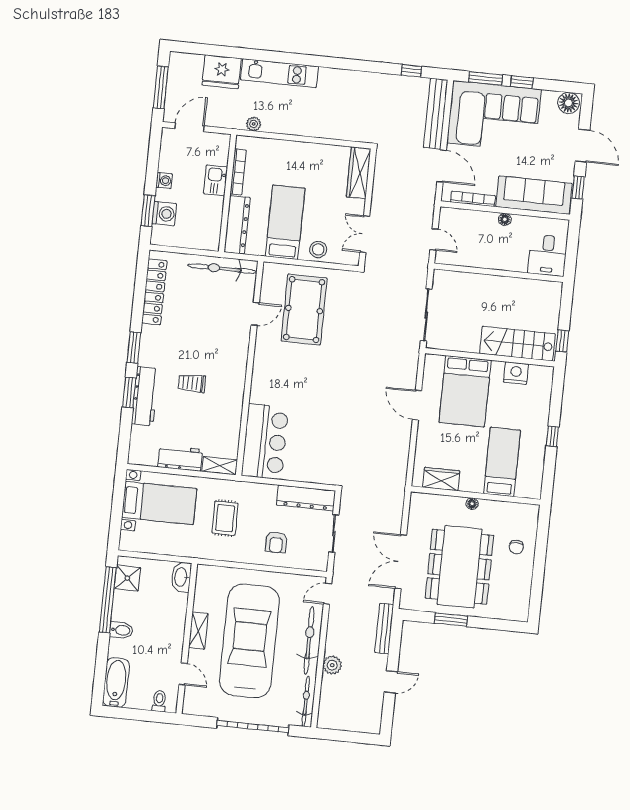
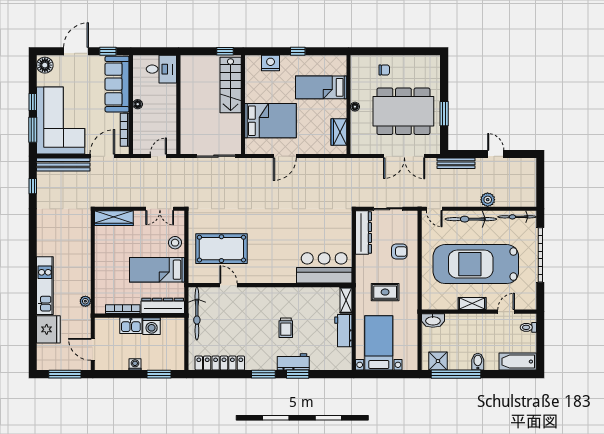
washing machine: (164, 214) -> (152, 326), moved, turned 180
nightstand: (516, 373) -> (271, 63), moved, turned 90
workbench: (145, 396) -> (293, 362), width x0.73

